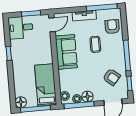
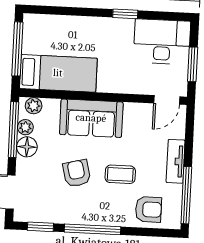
door: (52, 25) -> (167, 100), hinge flipped
desk: (21, 28) -> (162, 42), width x1.37
sofa: (66, 52) -> (91, 118), moved
armchair: (112, 77) -> (77, 173), moved, turned 126
floor lamp: (21, 102) -> (33, 24), removed

